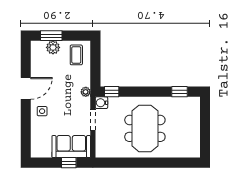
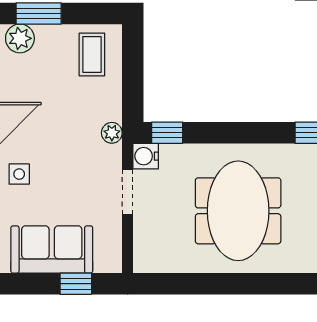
plant: (53, 47) -> (20, 38), moved
sofa: (71, 147) -> (52, 249), moved

